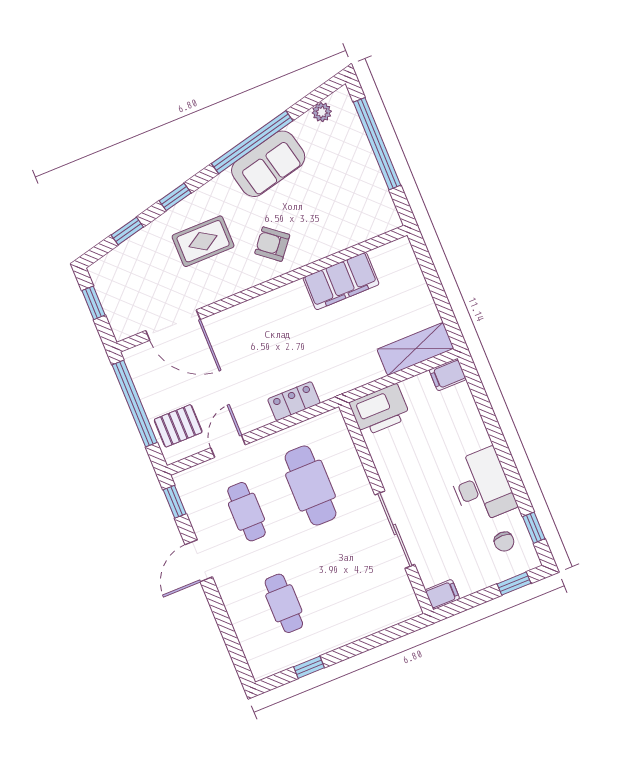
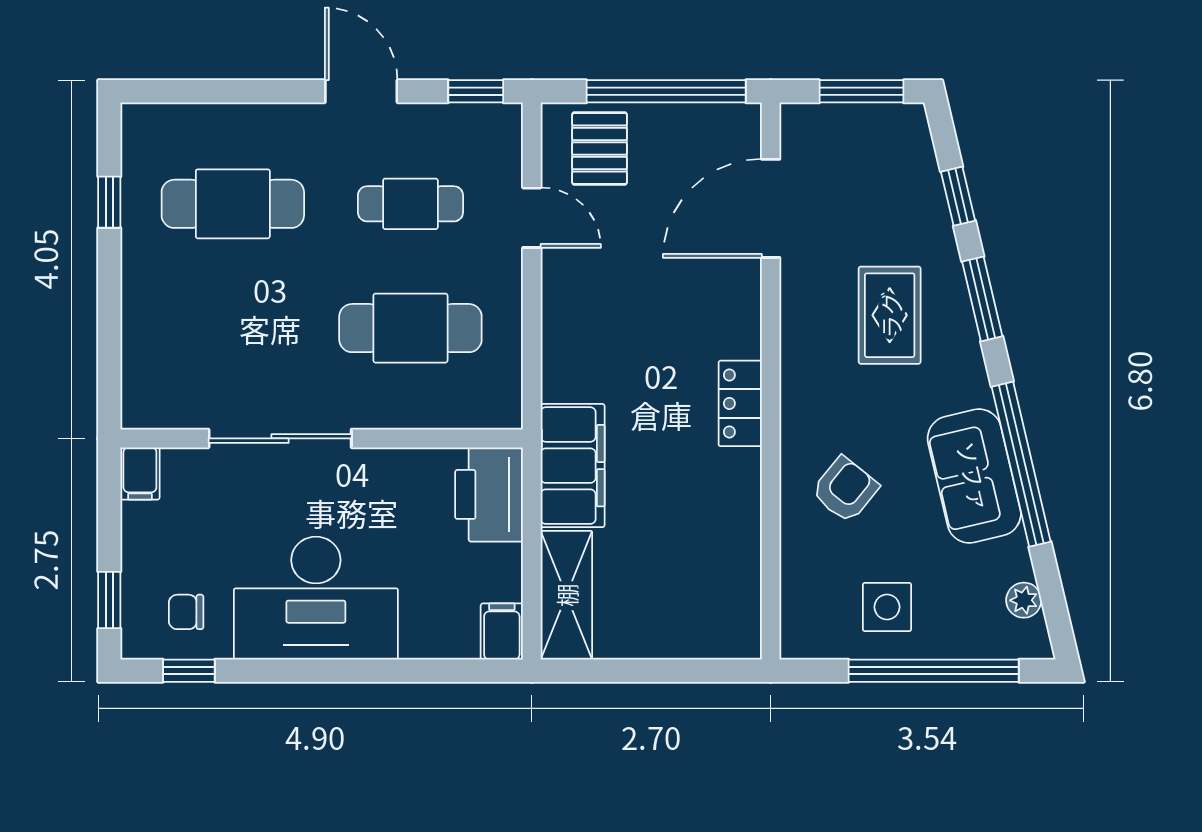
side table: (354, 181) -> (887, 607), added
window: (175, 197) -> (982, 299), width x1.50
armchair: (272, 244) -> (845, 490), moved
filing cabinet: (341, 281) -> (573, 466), moved, turned 180
window: (93, 303) -> (861, 91), width x1.50
locker: (294, 401) -> (740, 403), moved, turned 180
desk: (482, 486) -> (316, 598), width x1.36, depth x1.30
cafe table: (284, 603) -> (233, 204), width x1.37, depth x1.35

